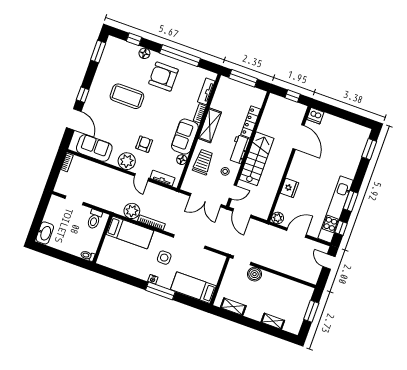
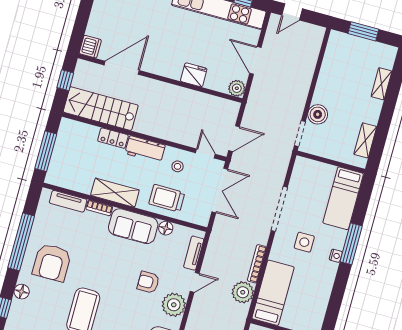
locker: (251, 122) -> (113, 138), width x0.66
stairs: (257, 159) -> (101, 109), moved

